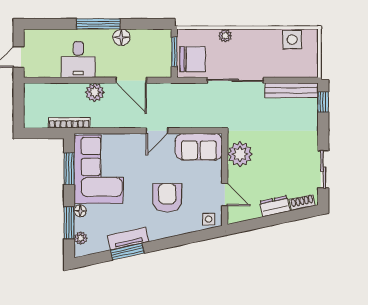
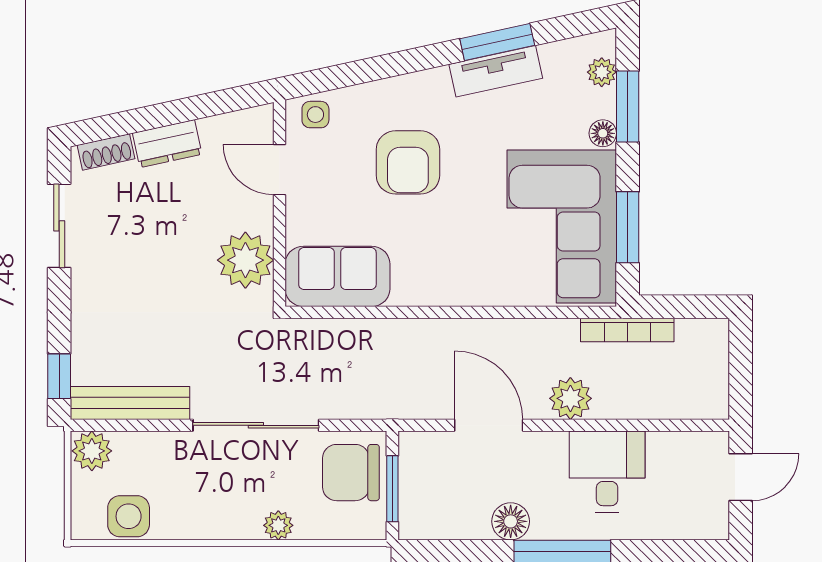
plant: (309, 69) -> (92, 451), added
door: (157, 131) -> (431, 312), removed

